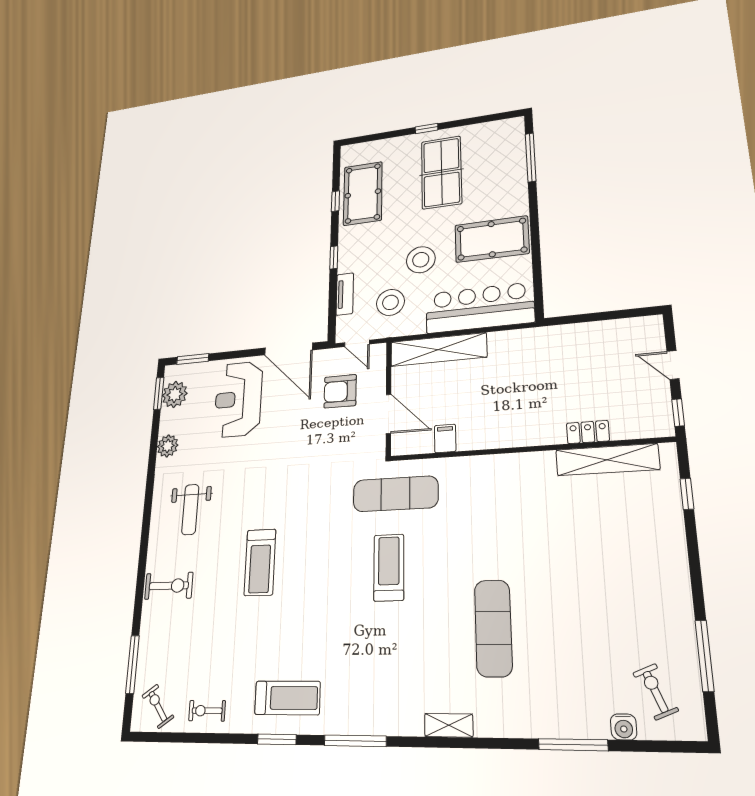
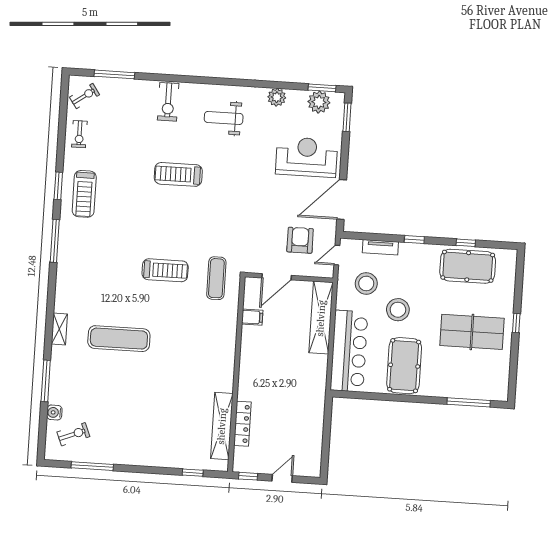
locker: (588, 432) -> (242, 424), width x1.53
exercise mat: (395, 494) -> (216, 278), width x0.73, depth x0.69
exercise bike: (207, 711) -> (79, 134), turned 180
shelving: (449, 725) -> (59, 329), moved

